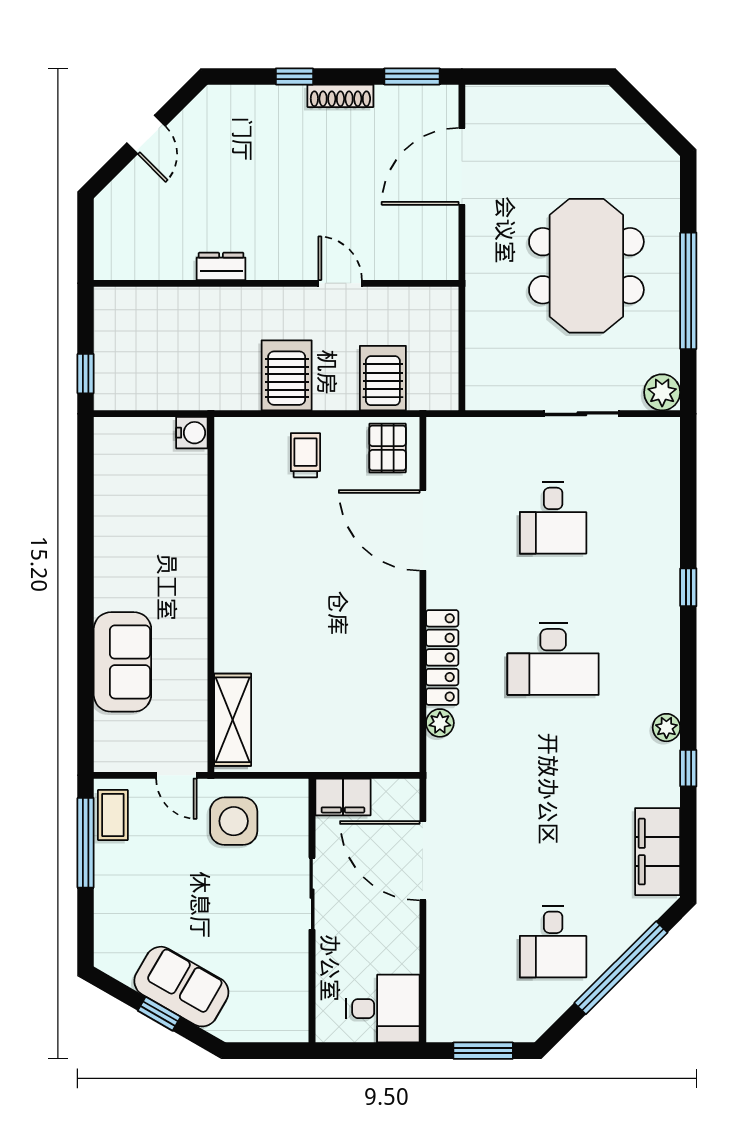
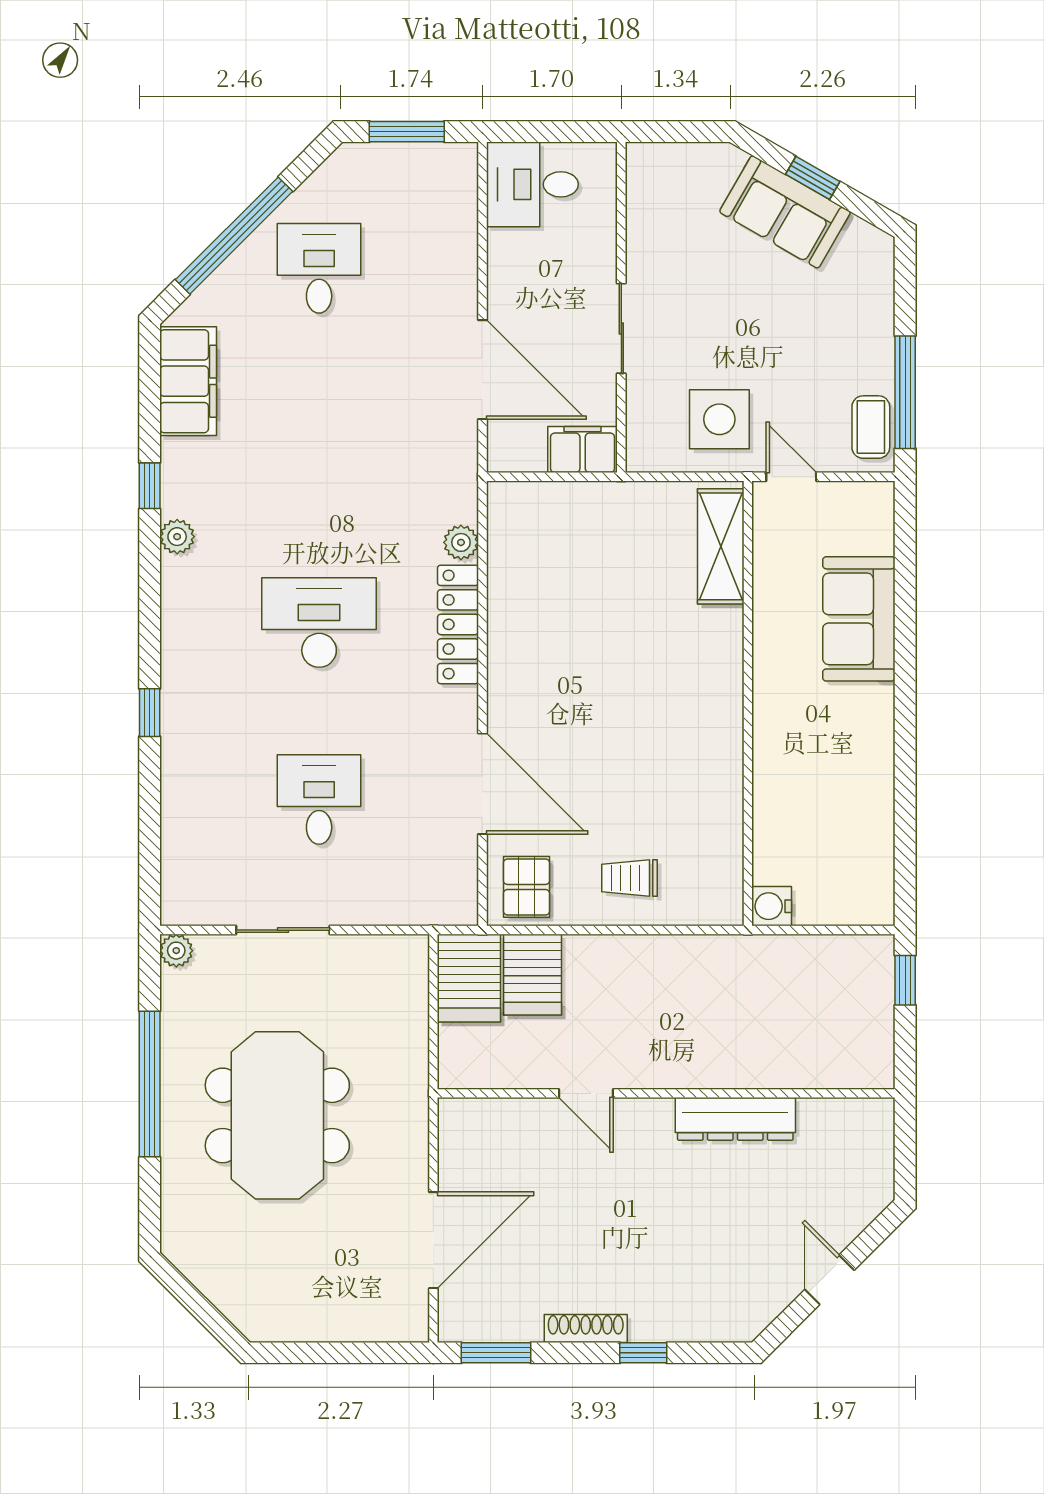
dresser: (221, 266) -> (735, 1119), width x1.96, depth x1.24
server rack: (287, 375) -> (469, 978), moved
plant: (662, 392) -> (176, 951), width x0.73, depth x0.73
trolley: (305, 455) -> (629, 878), turned 90

